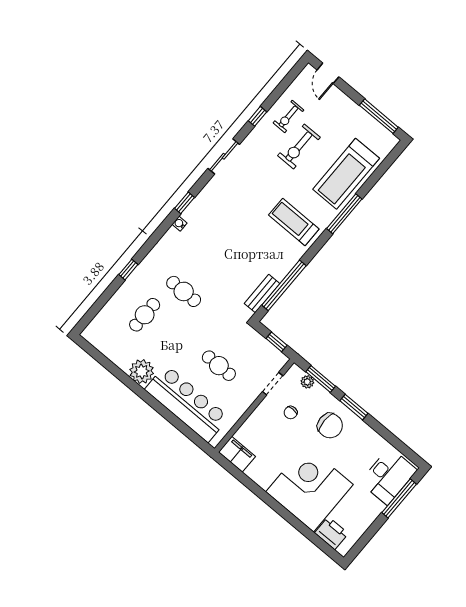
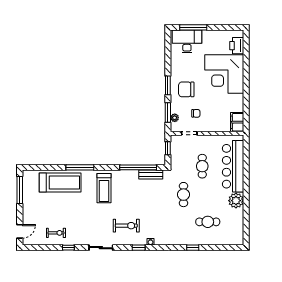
exercise bike: (299, 146) -> (126, 226), moved
cafe table: (184, 291) -> (183, 195), moved
chair: (330, 426) -> (186, 89), turned -90

